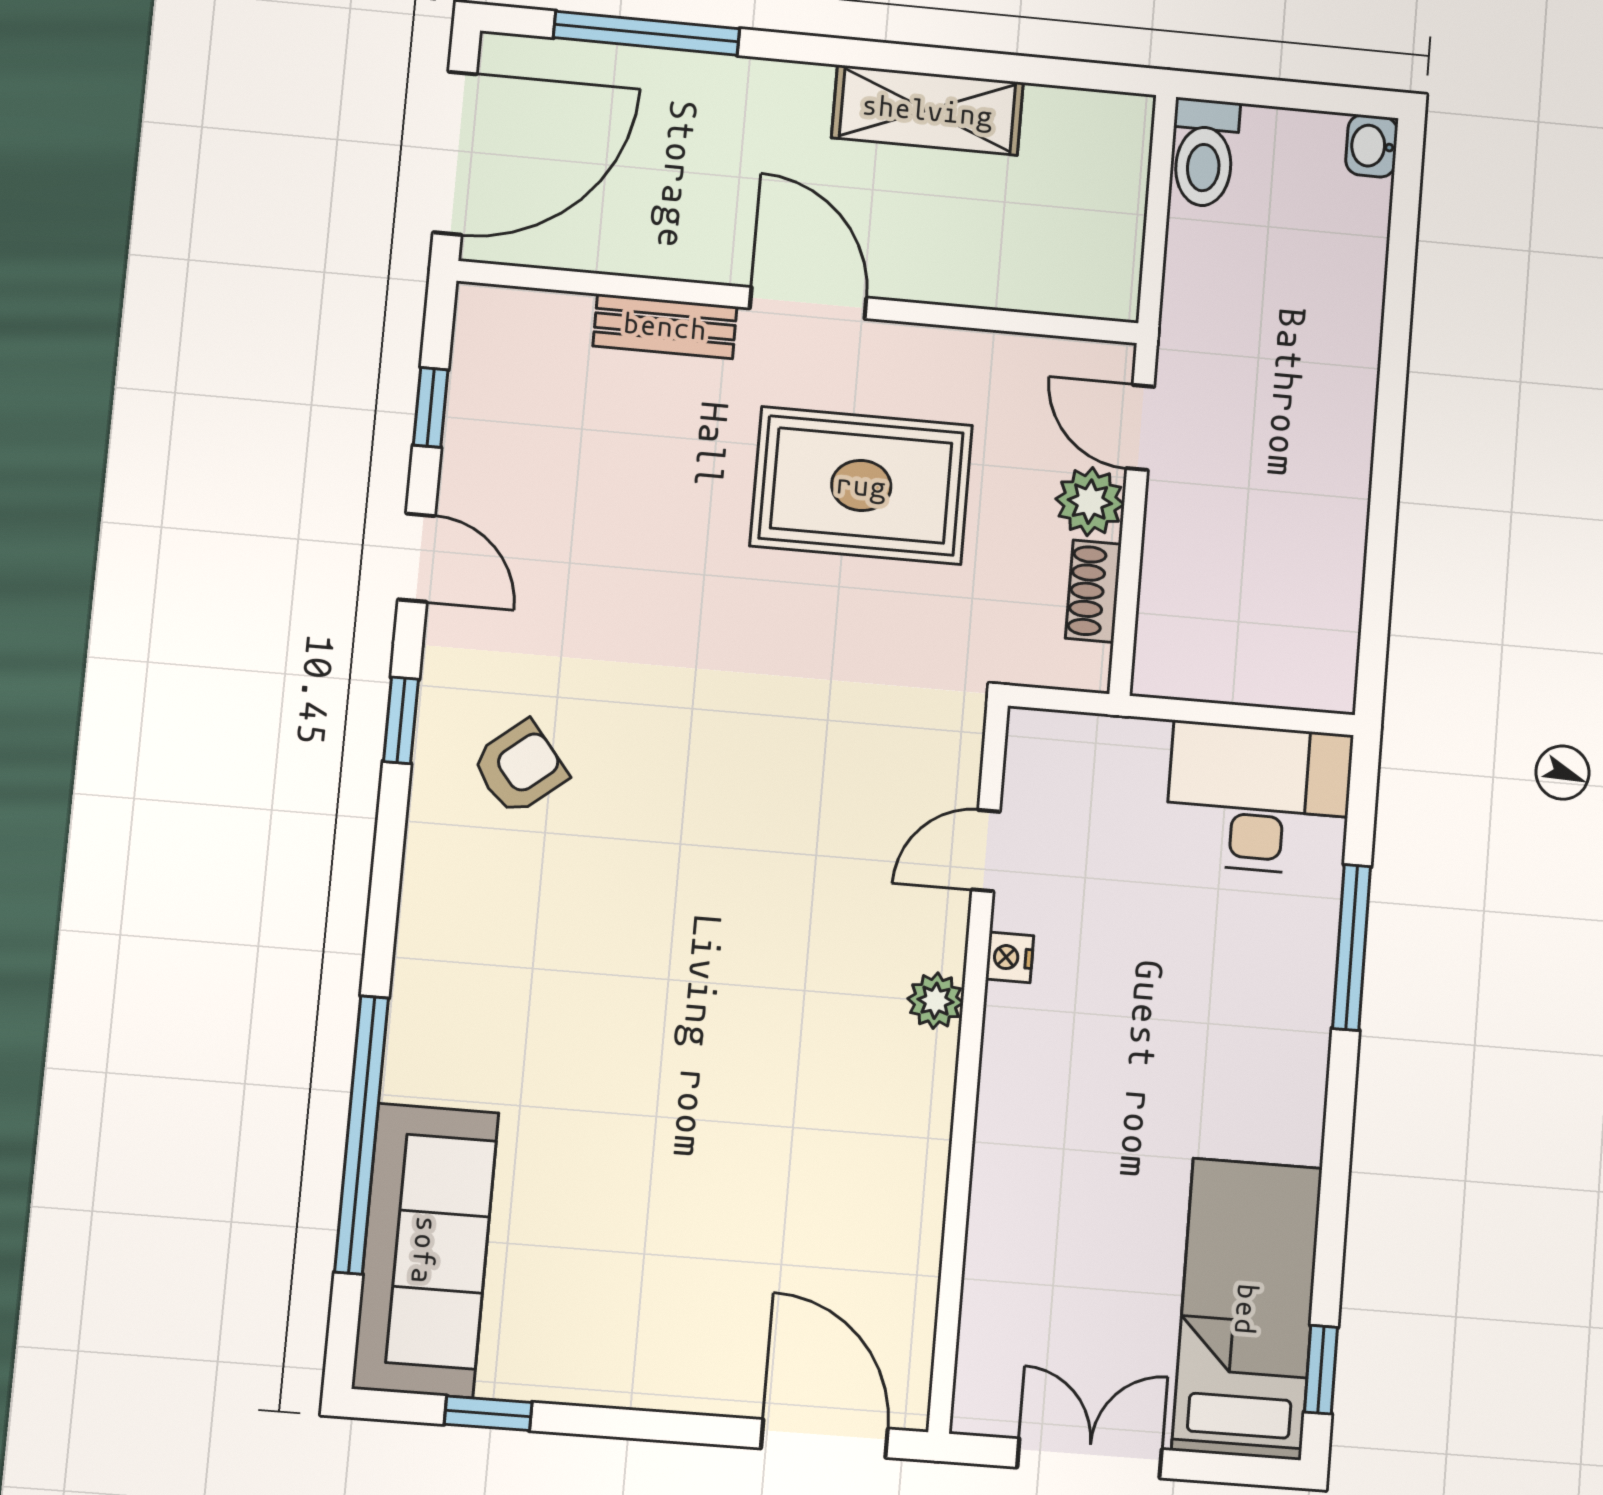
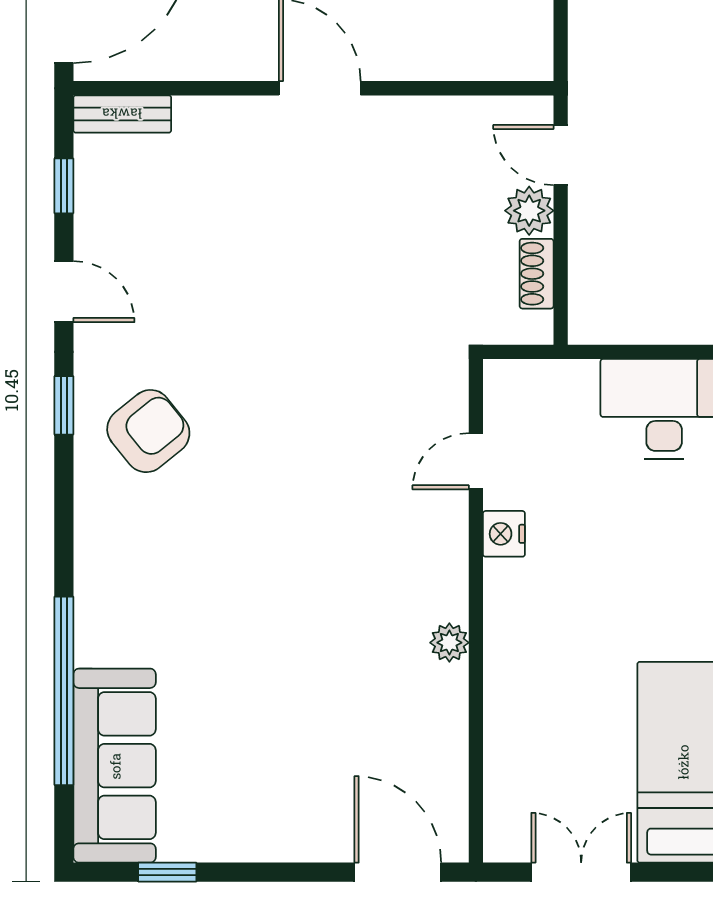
bench: (665, 326) -> (122, 114), moved
rug: (861, 485) -> (368, 214), removed
armchair: (520, 768) -> (148, 431), width x1.38, depth x1.38
nightstand: (1010, 957) -> (504, 534), width x1.39, depth x1.35
plant: (935, 1001) -> (449, 643), moved

